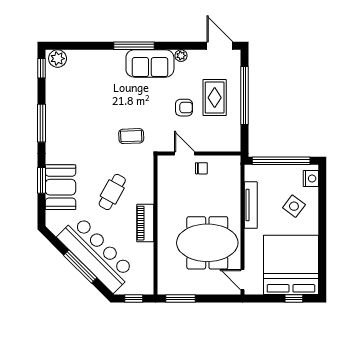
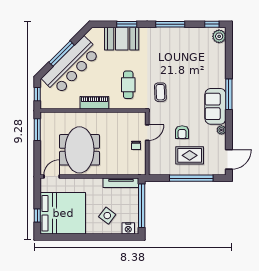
cafe table: (112, 192) -> (128, 85), moved, turned 61
tv unit: (251, 205) -> (121, 183), moved

